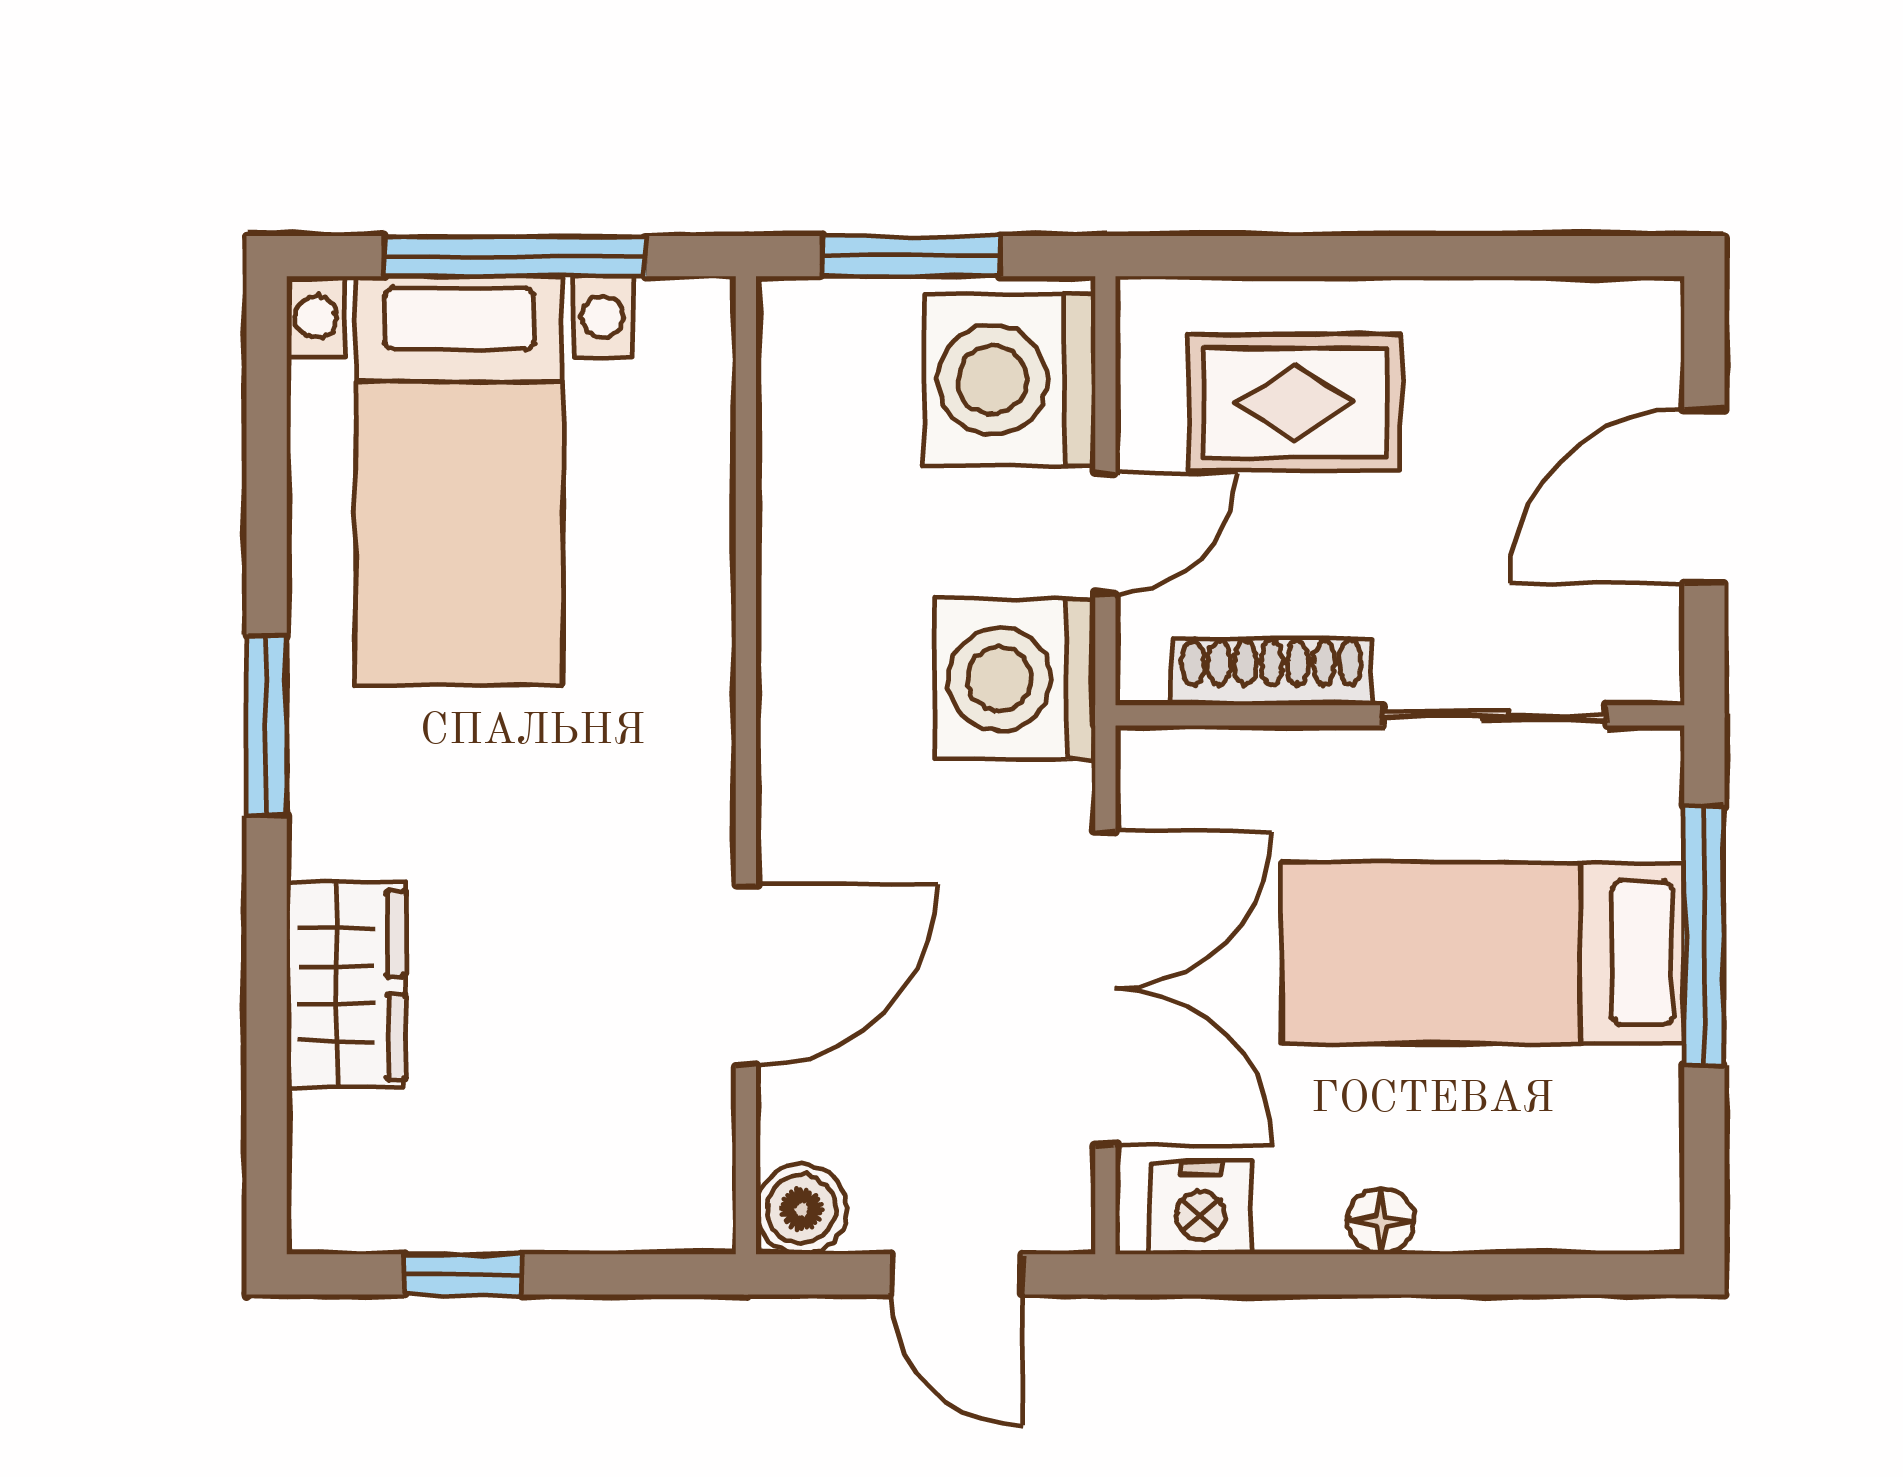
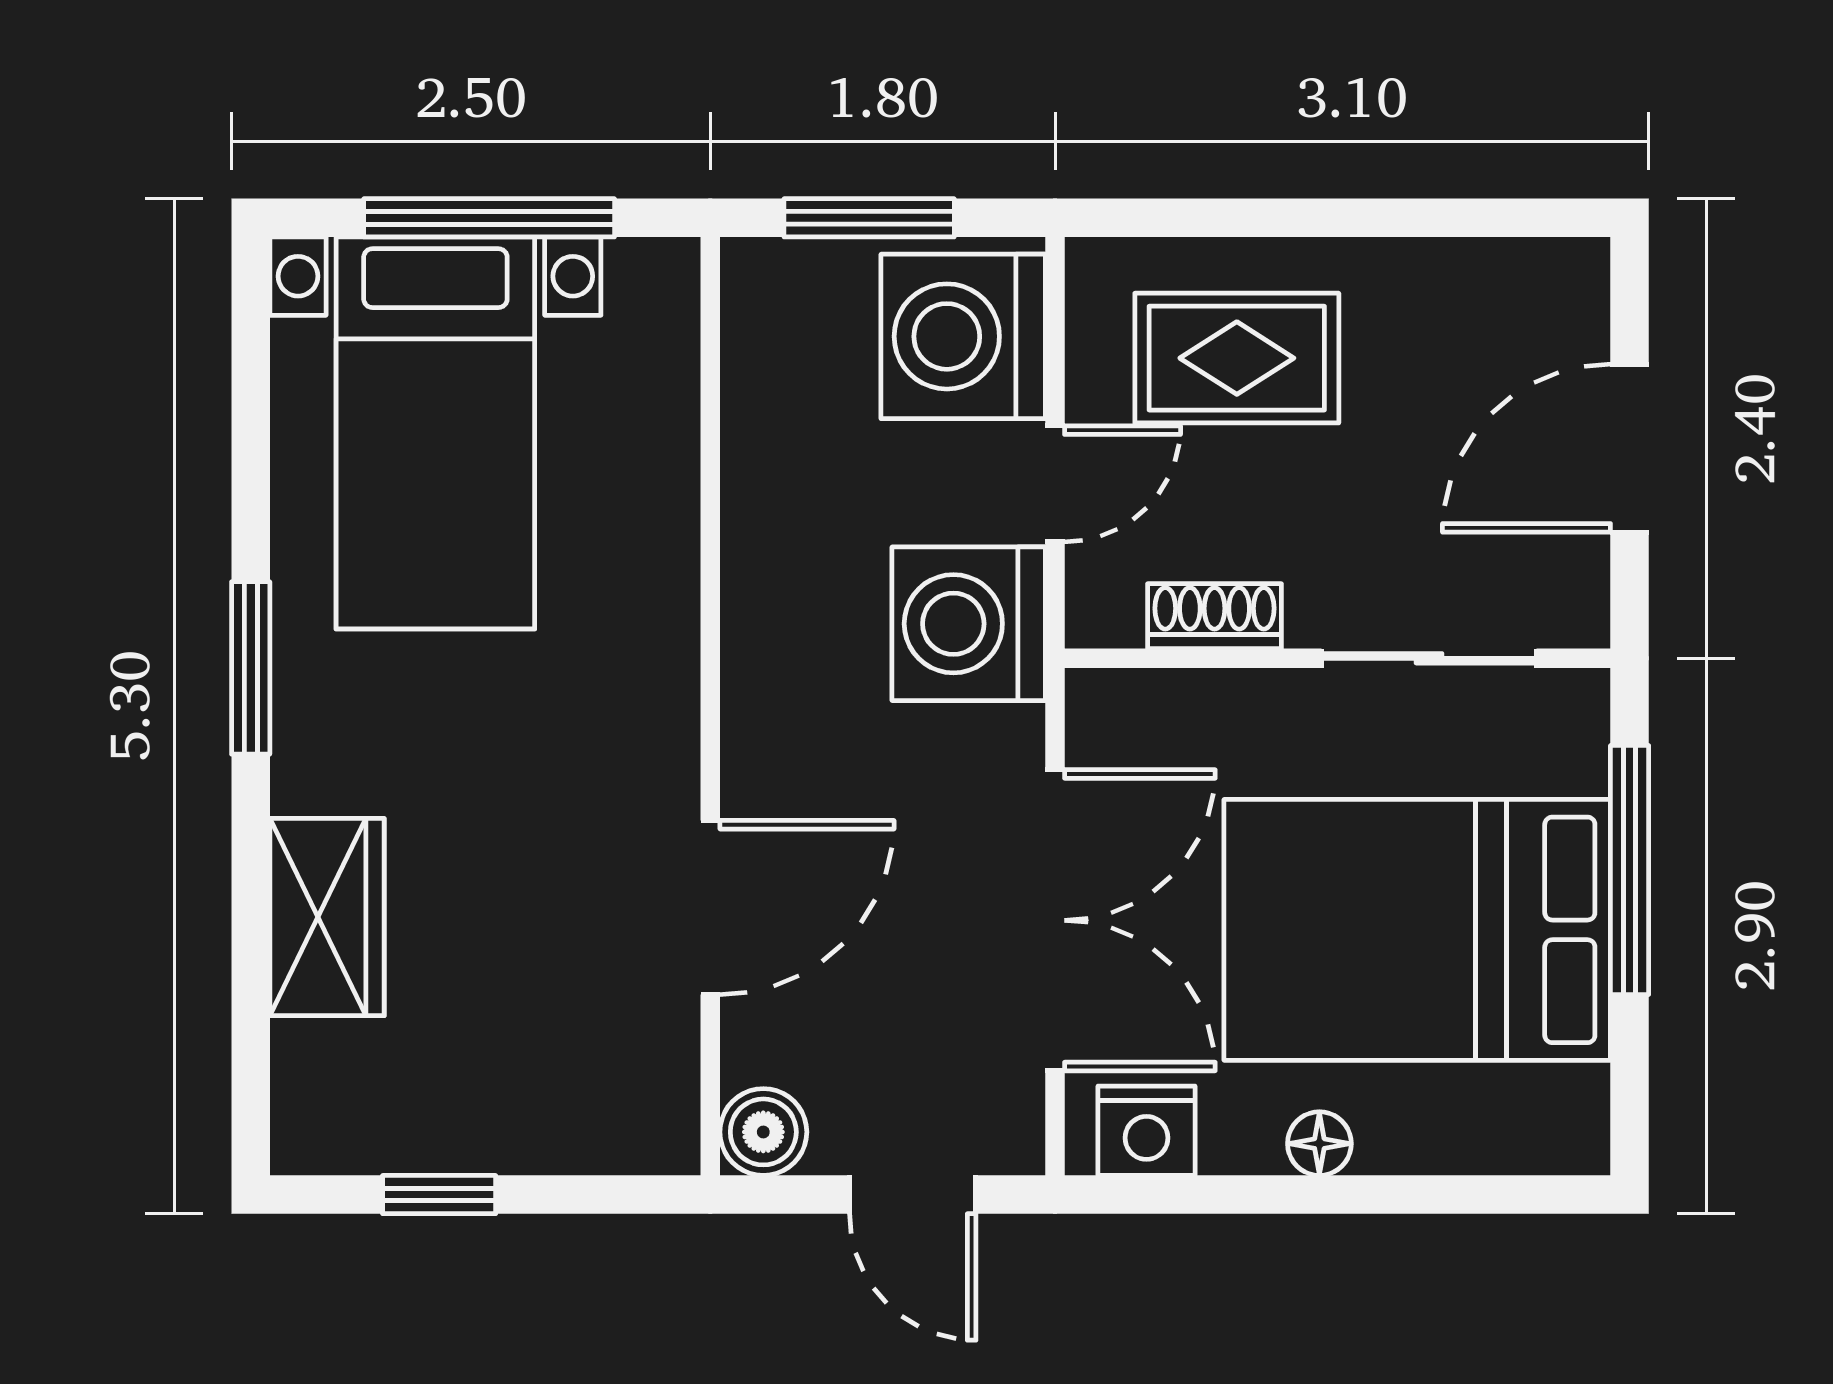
shoe rack: (1272, 671) -> (1214, 616), width x0.70
bed: (1483, 953) -> (1417, 930), width x1.50

